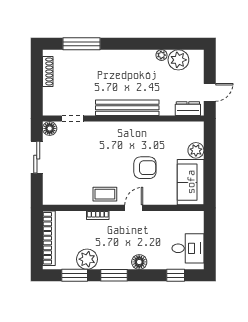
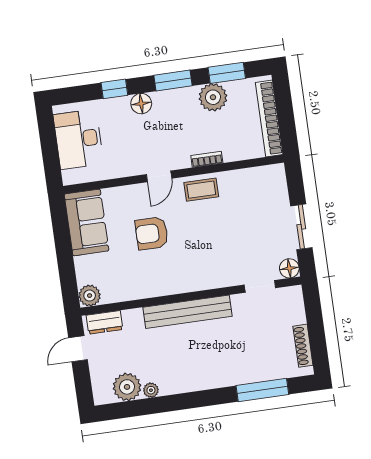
plant: (196, 150) -> (90, 296), moved
desk: (188, 248) -> (78, 139), width x1.37
window: (176, 275) -> (114, 89), moved

